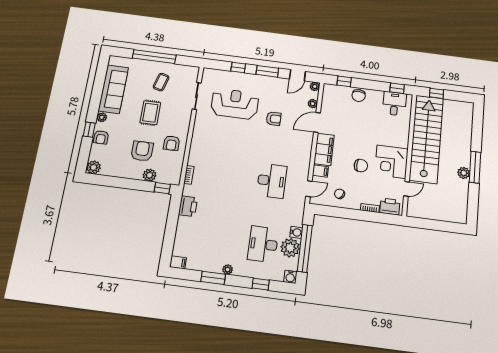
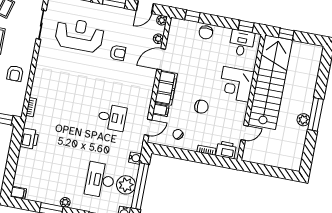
corner desk: (391, 162) -> (236, 84), moved
desk: (272, 181) -> (112, 117), width x0.73
water cooler: (296, 232) -> (135, 158), moved

